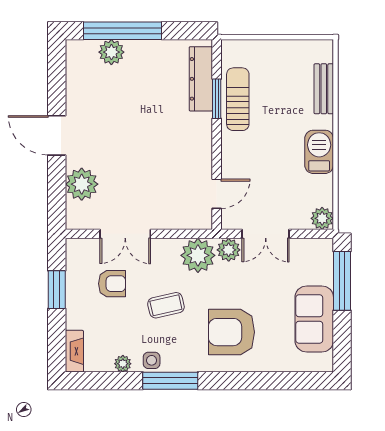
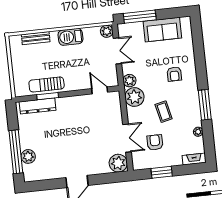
plant: (82, 184) -> (118, 163), moved
double door: (266, 234) -> (117, 51), moved
armchair: (231, 332) -> (174, 74), width x0.53, depth x0.53
side table: (152, 360) -> (195, 116), removed

